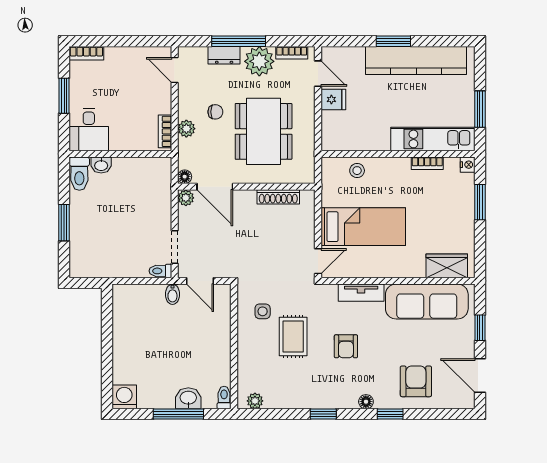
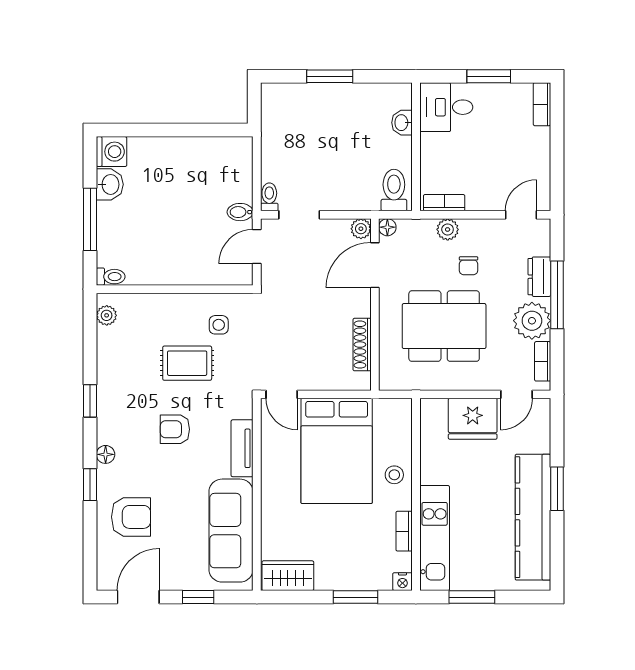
fridge: (333, 99) -> (473, 419), width x1.88, depth x1.34
stool: (357, 171) -> (394, 475), moved
toilet: (79, 174) -> (394, 190), moved, turned 90
bed: (363, 227) -> (337, 451), width x1.50
wardrobe: (447, 266) -> (288, 576), moved, turned -90
washbasin: (188, 398) -> (110, 184), moved

